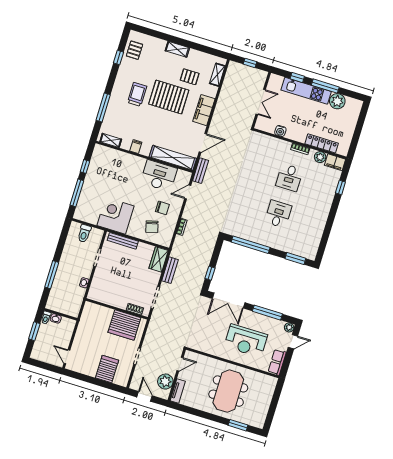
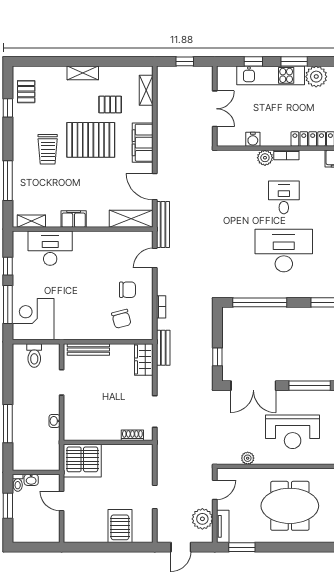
window: (325, 86) -> (294, 61), width x0.69
trolley: (137, 94) -> (48, 149), turned 180
door: (203, 143) -> (155, 187), swing flipped
filing cabinet: (136, 147) -> (74, 219), width x2.00
plant: (320, 157) -> (265, 158), moved
shelving: (173, 158) -> (131, 219), width x0.68
bench: (201, 171) -> (163, 224), width x1.36
desk: (159, 176) -> (50, 248), moved
desk: (289, 177) -> (284, 197), turned 180
desk: (278, 214) -> (284, 251), width x1.87, depth x1.30
corner desk: (115, 216) -> (33, 319), moved
bench: (170, 270) -> (163, 348), moved
server rack: (124, 325) -> (82, 461), moved
plant: (209, 349) -> (248, 458), added
door: (67, 357) -> (62, 501), moved
meeting table: (228, 391) -> (290, 506), turned 90
door: (145, 396) -> (181, 547), swing flipped
window: (238, 425) -> (242, 547), moved

